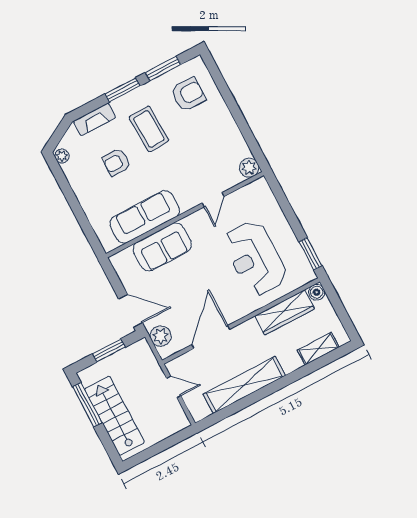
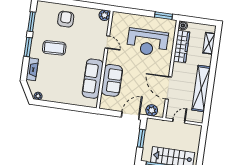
armchair: (188, 94) -> (66, 19), moved
armchair: (116, 162) -> (59, 73), removed

